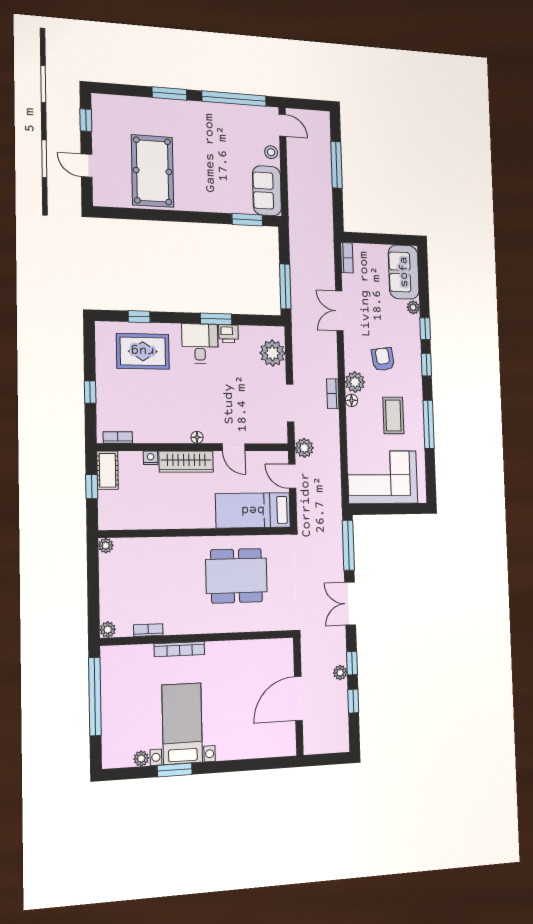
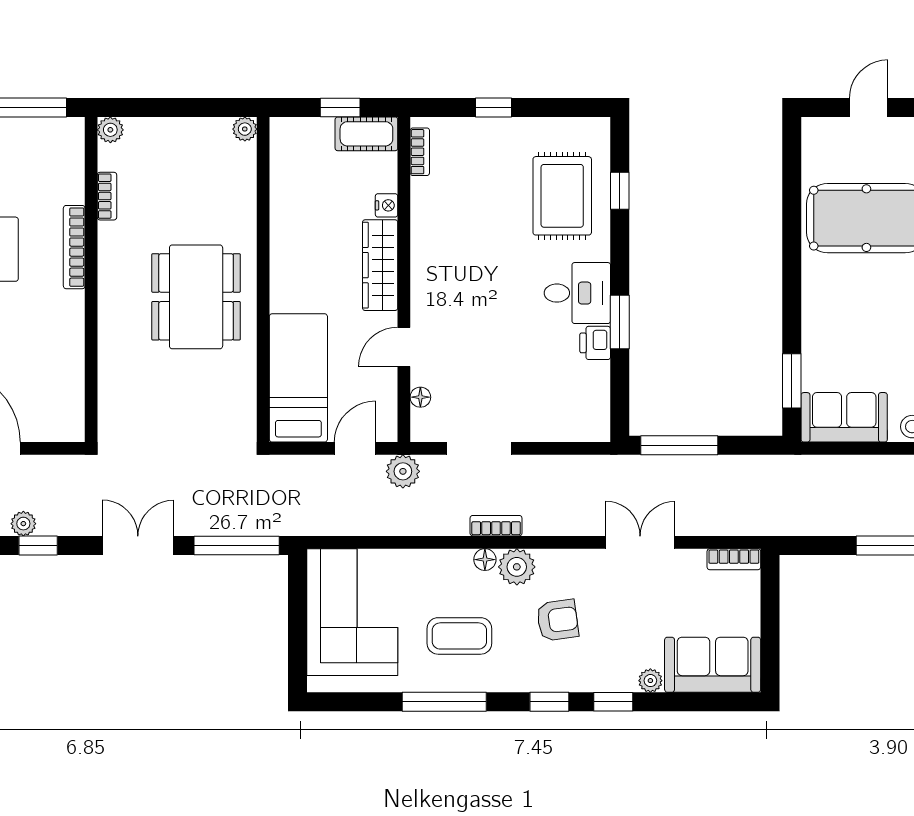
plant: (272, 353) -> (564, 419), removed
floor lamp: (197, 437) -> (420, 397), moved
dining table: (237, 576) -> (196, 297), moved

